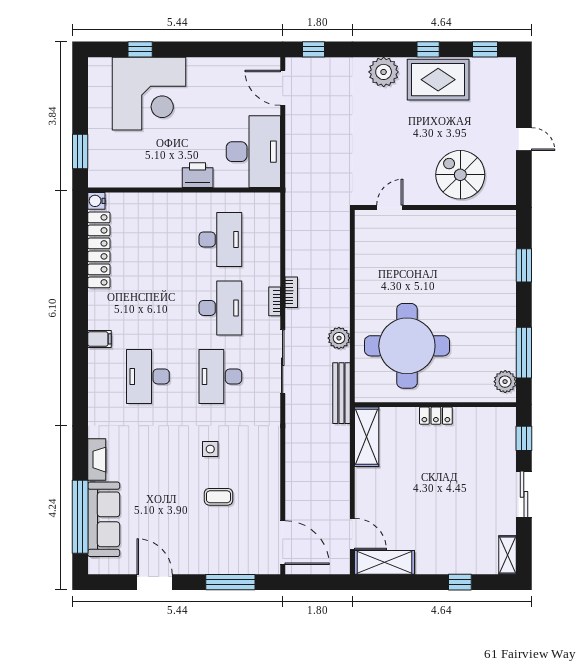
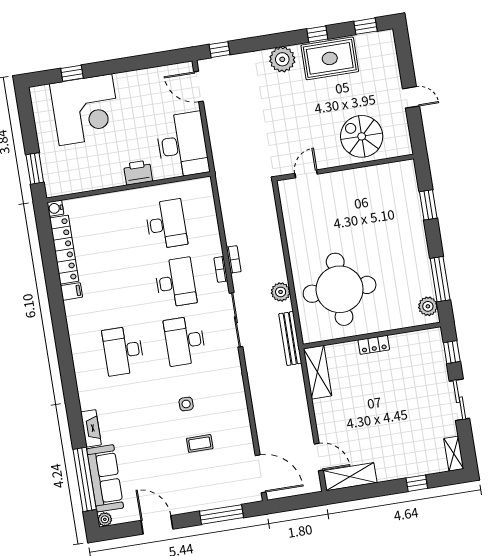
filing cabinet: (99, 339) -> (71, 291), moved
plant: (96, 566) -> (105, 519), added

